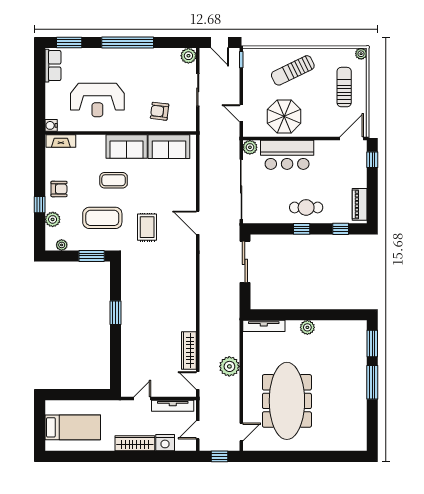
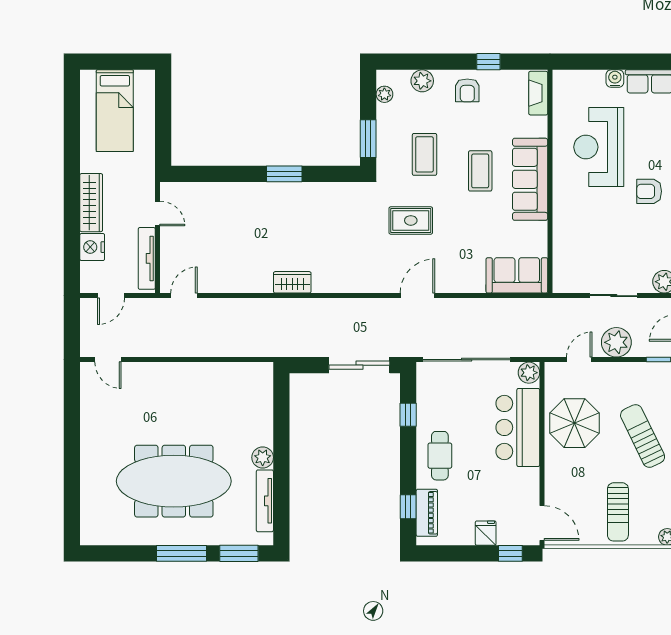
sun lounger: (344, 87) -> (618, 512), turned 90
armchair: (160, 111) -> (649, 191), moved, turned -97
water cooler: (51, 125) -> (615, 79), moved
sofa: (127, 146) -> (530, 179), width x1.36
sofa: (169, 147) -> (517, 275), moved, turned 90
fridge: (358, 177) -> (486, 533), added
piano: (360, 204) -> (427, 513), moved, turned 90
window: (40, 205) -> (488, 62), moved
coffee table: (102, 218) -> (424, 154), width x0.73, depth x0.76
window: (302, 229) -> (408, 415), moved
tv unit: (264, 326) -> (265, 501), moved
wardrobe: (189, 351) -> (292, 282), moved, width x0.67
plant: (229, 366) -> (616, 342), moved
meeting table: (287, 401) -> (174, 481), moved
door: (198, 430) -> (111, 296), swing flipped
window: (220, 456) -> (72, 328), removed

